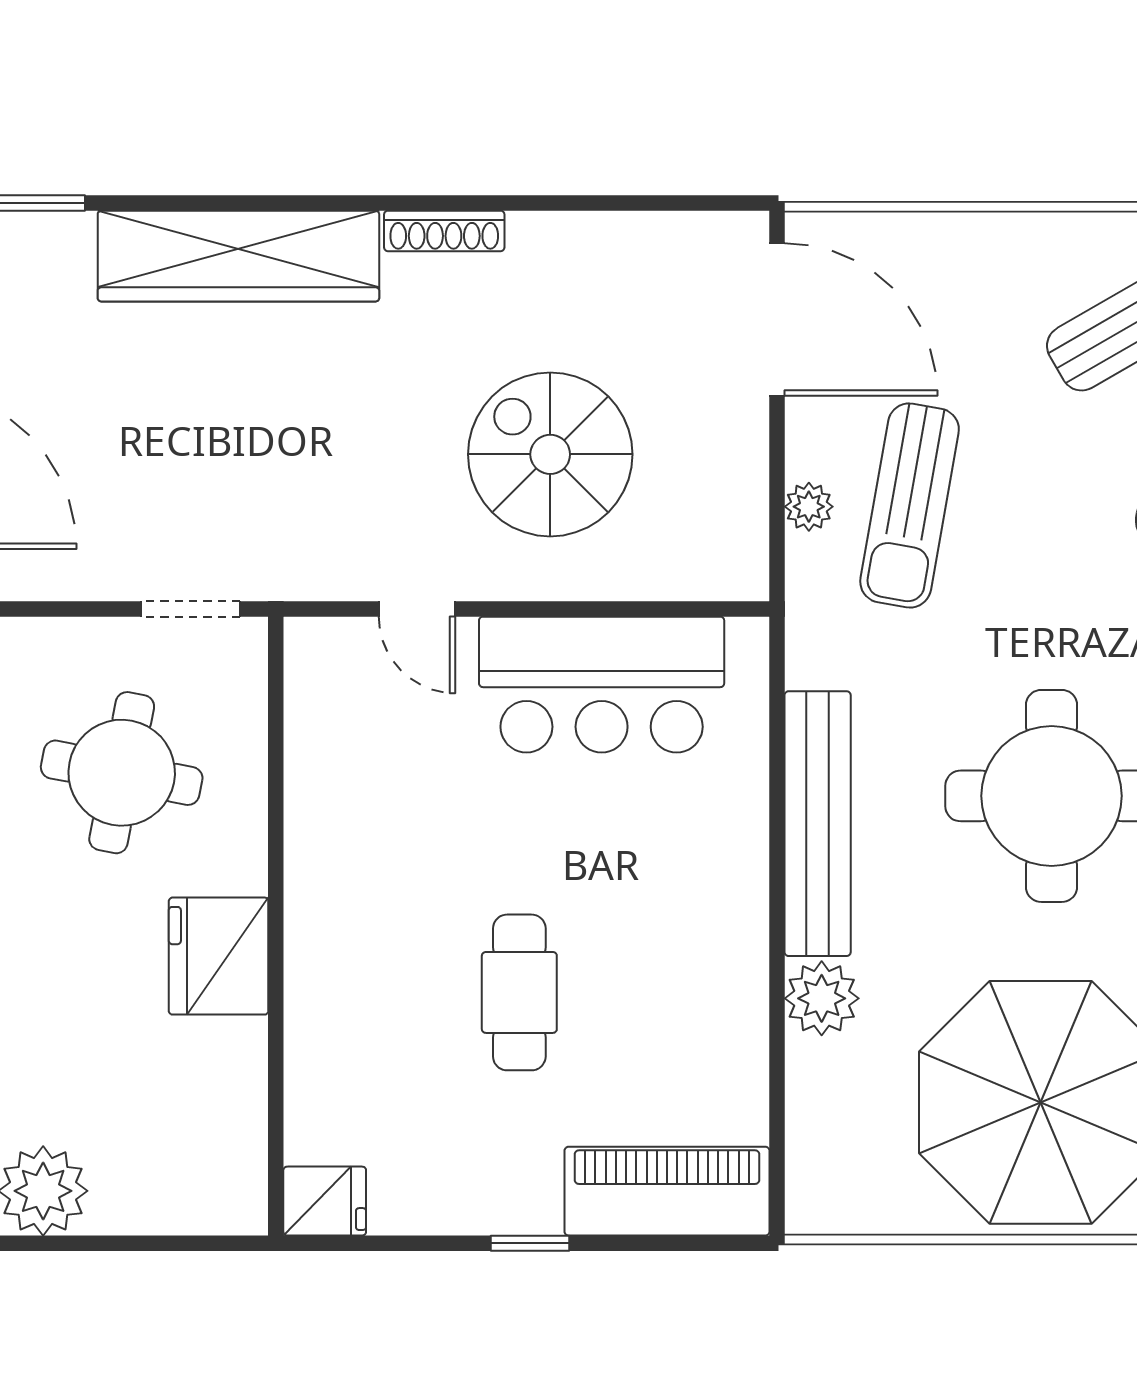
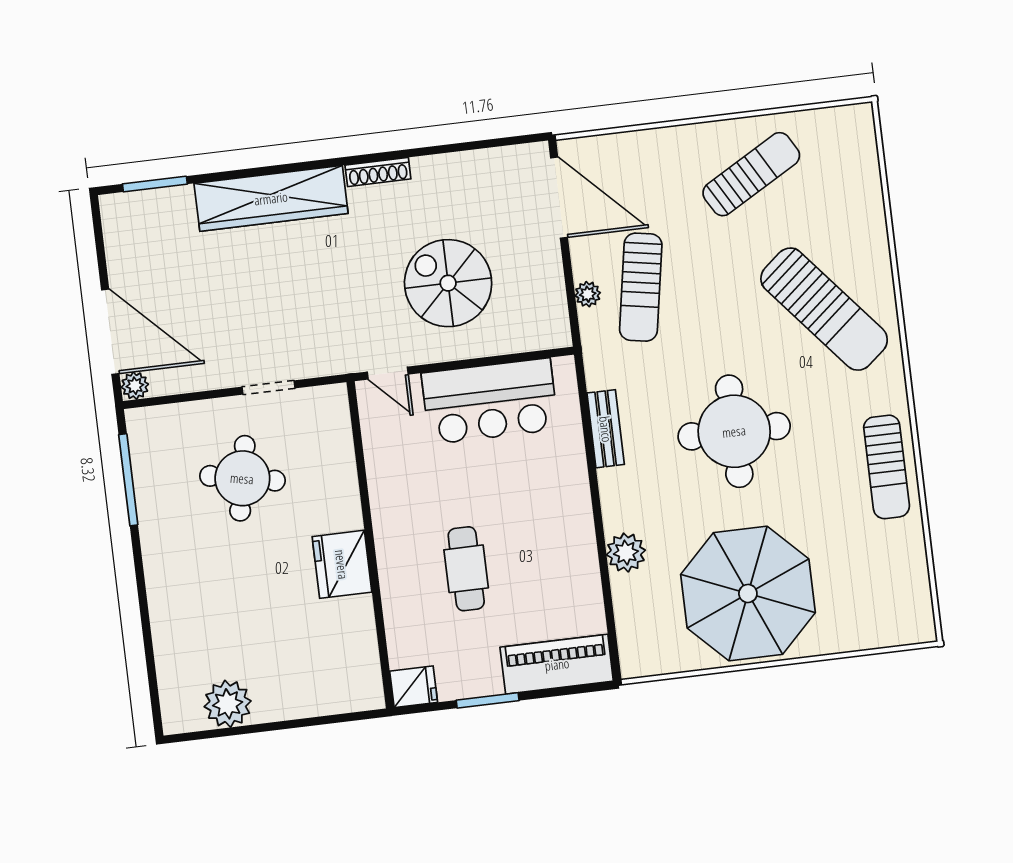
bench: (818, 824) -> (606, 429), width x0.54, depth x0.82
wall: (276, 926) -> (370, 545), moved
fridge: (219, 956) -> (342, 564), moved
fridge: (325, 1201) -> (414, 687), moved
window: (530, 1243) -> (488, 700), width x1.50

